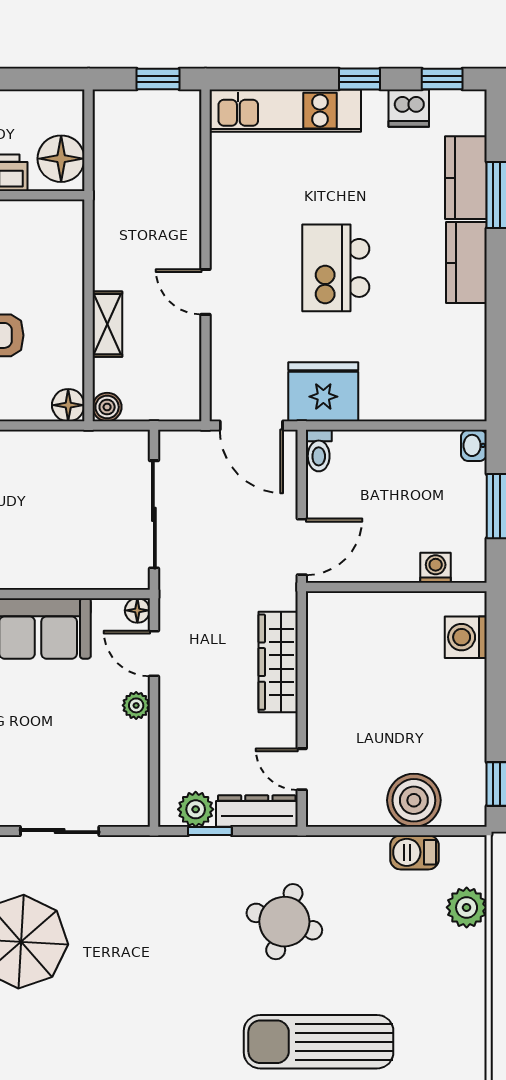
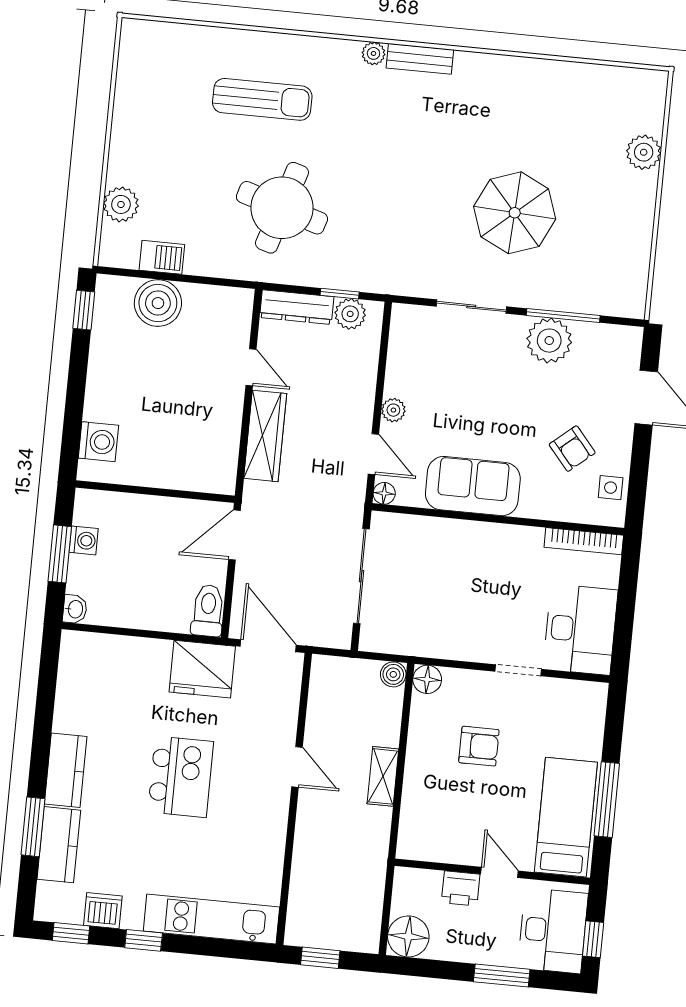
floor lamp: (61, 159) -> (408, 936), moved
shelving: (107, 324) -> (383, 776), moved
toilet: (319, 451) -> (208, 611), width x1.37, depth x1.39
washing machine: (436, 568) -> (84, 540), moved, turned -90
door: (302, 769) -> (251, 367), moved
round table: (284, 922) -> (282, 208), width x1.36, depth x1.36
sun lounger: (319, 1042) -> (262, 99), width x0.73, depth x0.75

